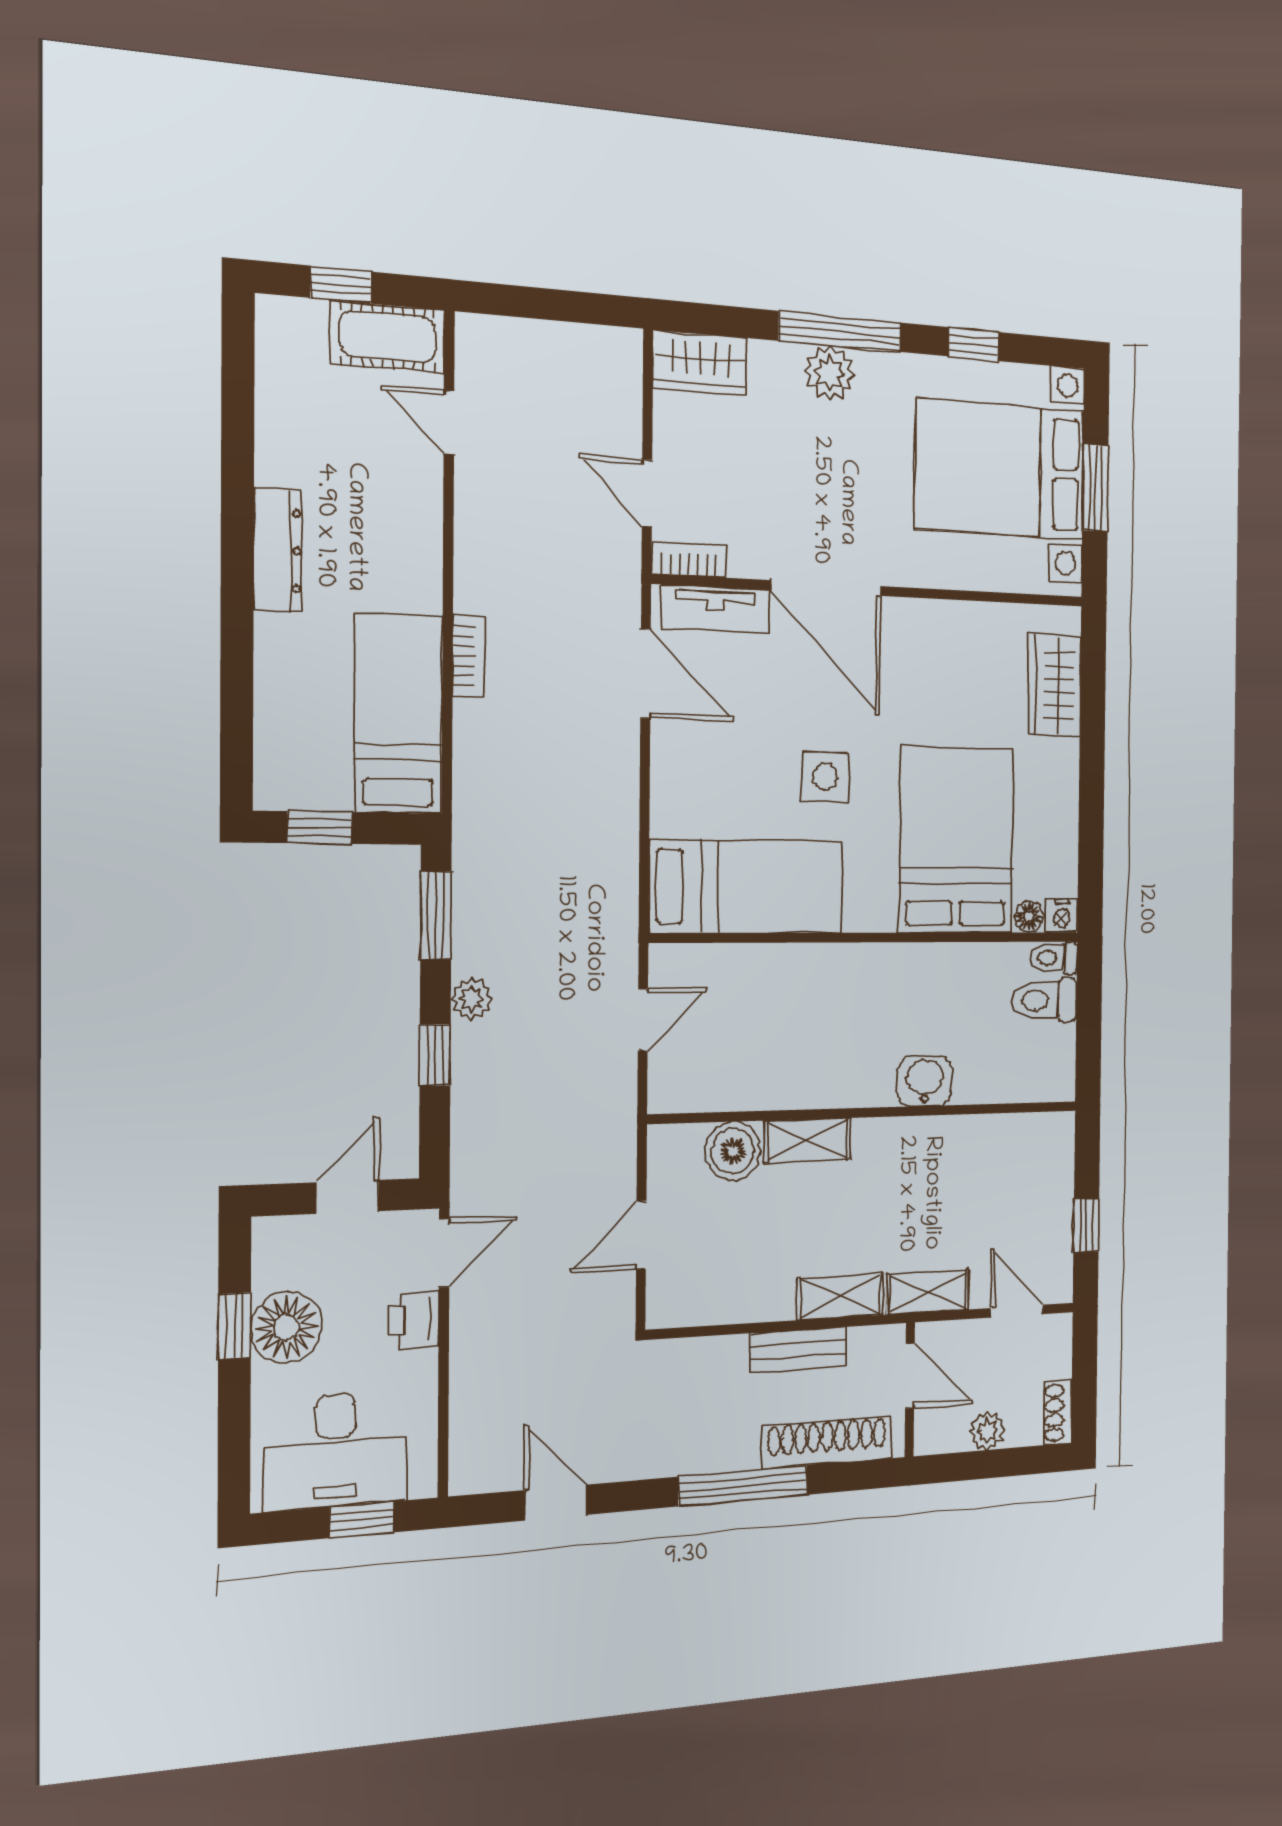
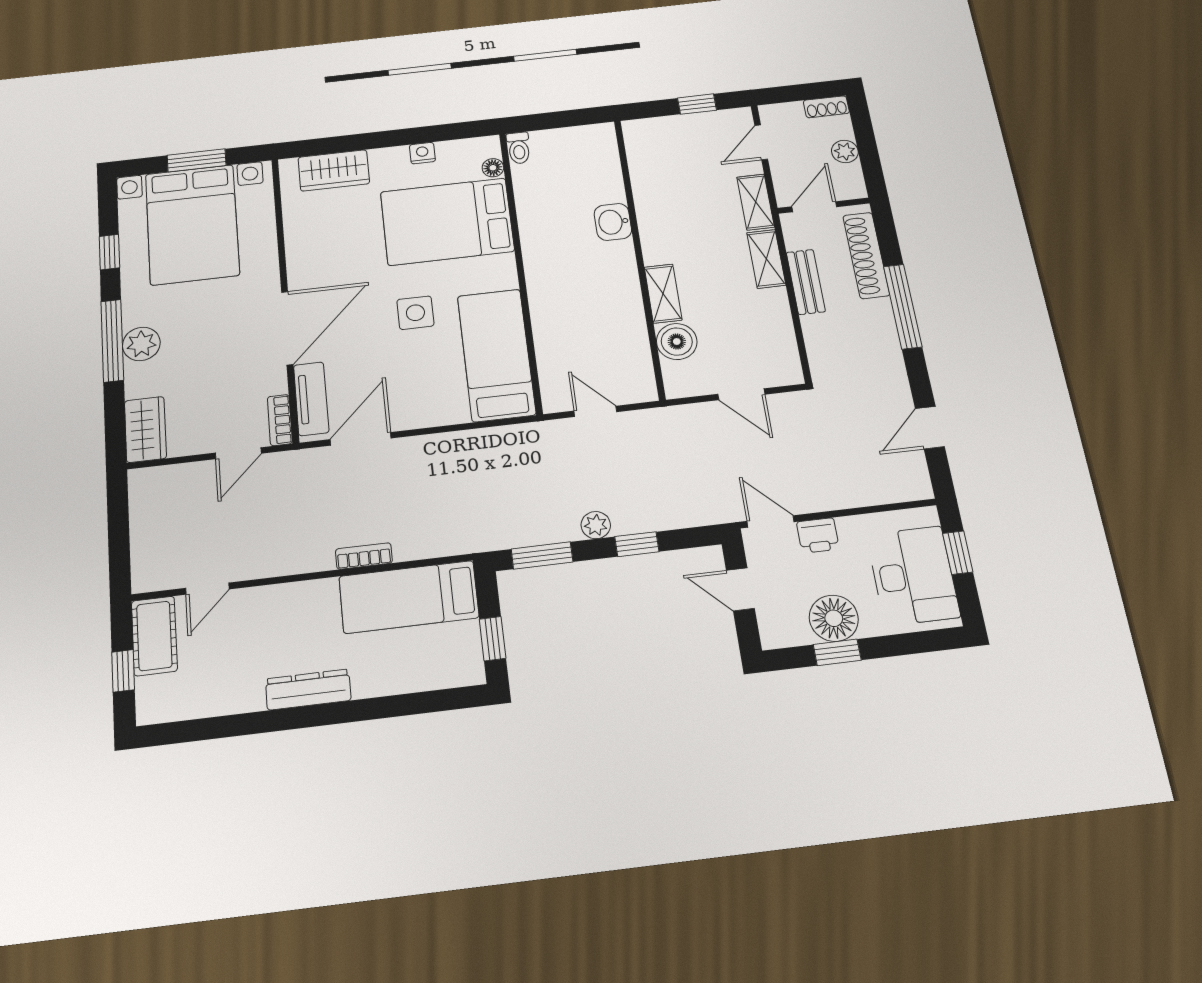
nightstand: (1062, 916) -> (422, 153), moved, turned -90
toilet: (1044, 1000) -> (548, 151), removed

